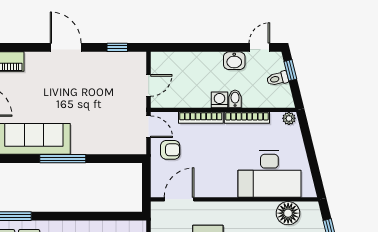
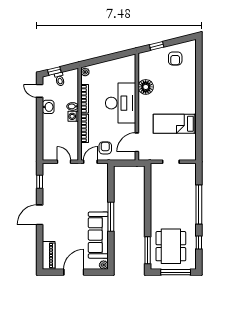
desk: (269, 174) -> (121, 103), moved
door: (179, 199) -> (137, 142), hinge flipped
floor lamp: (288, 213) -> (146, 87), moved

